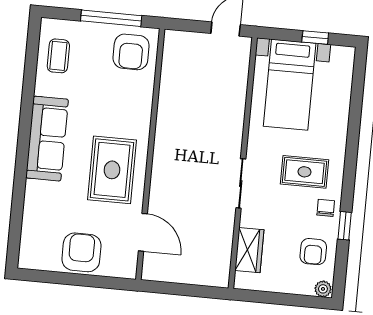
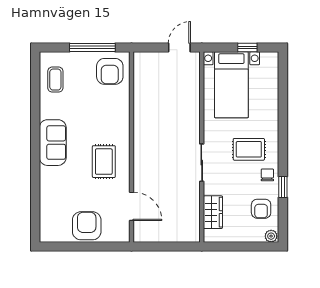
sofa: (47, 139) -> (53, 143), width x0.73
rug: (112, 170) -> (104, 162), width x0.73, depth x0.70

